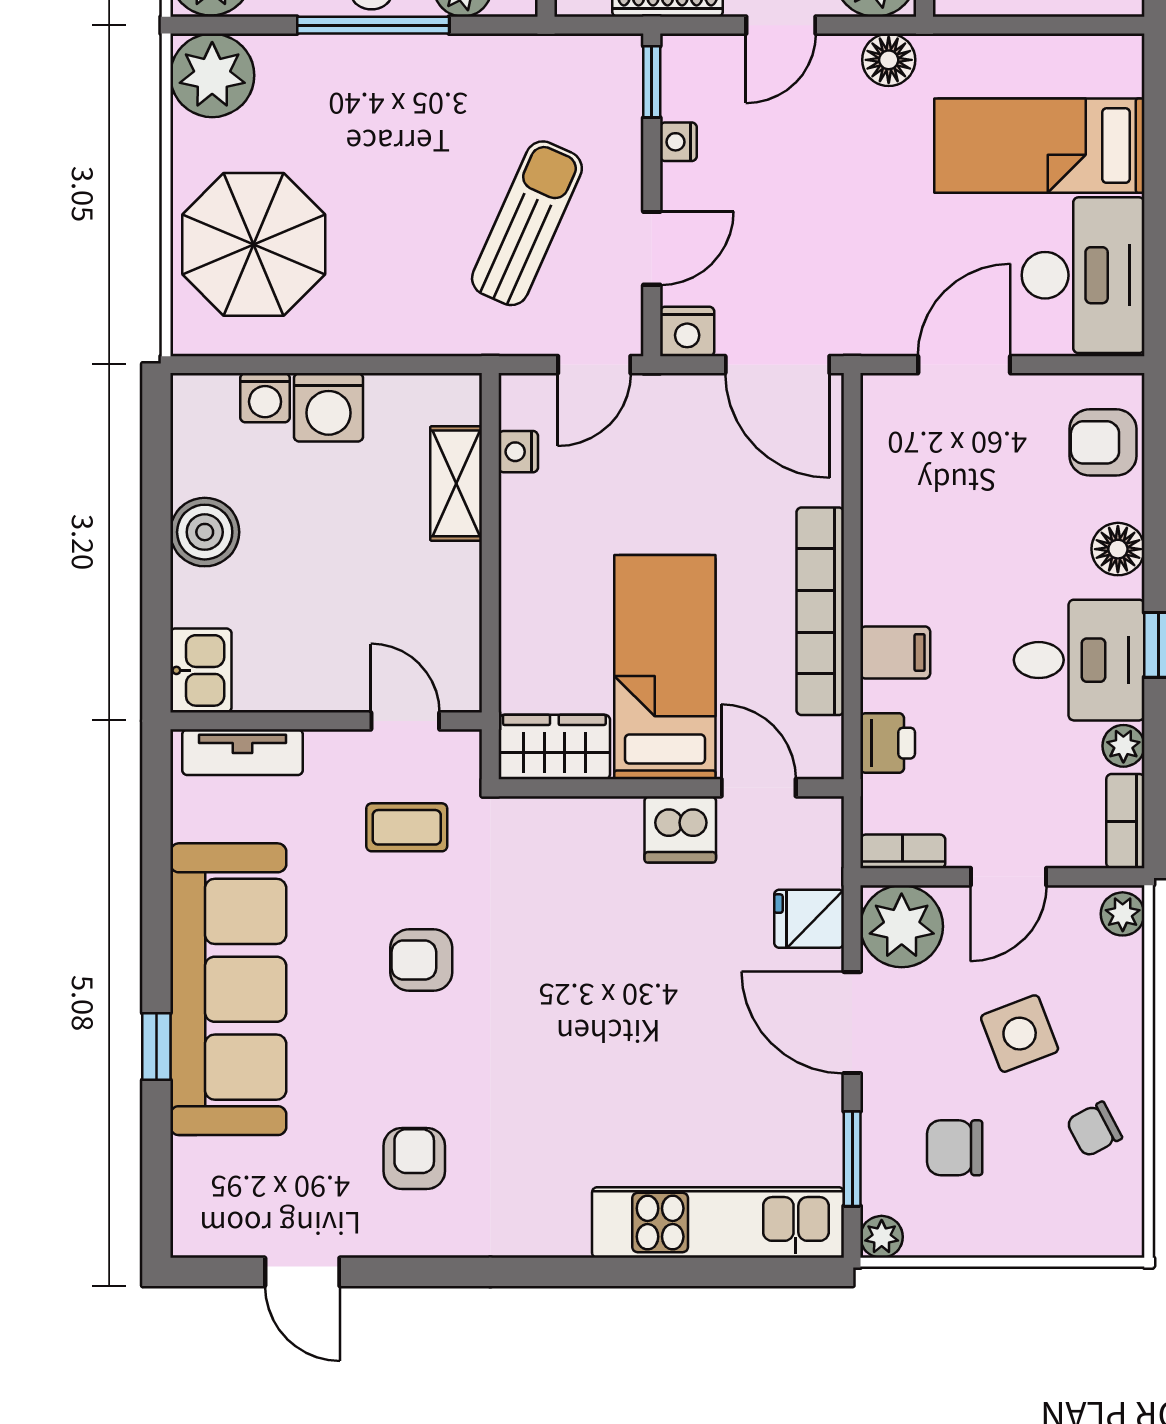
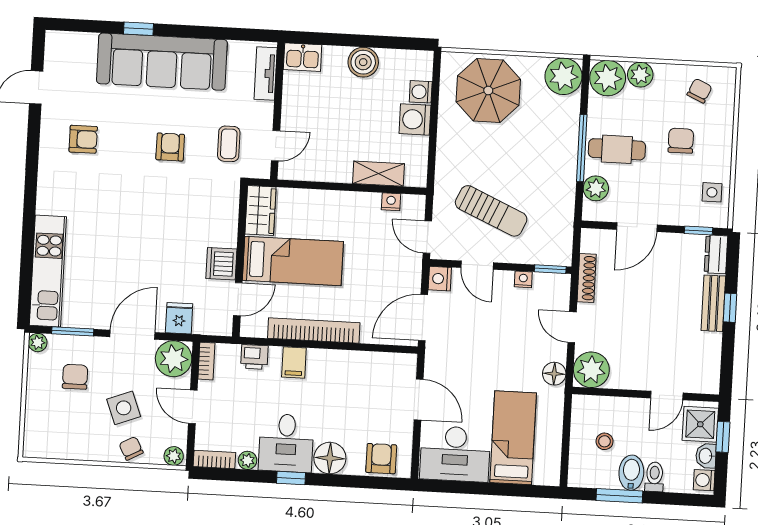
floor lamp: (1118, 549) -> (330, 458), width x1.38, depth x1.38
chair: (1094, 1129) -> (131, 448), moved

